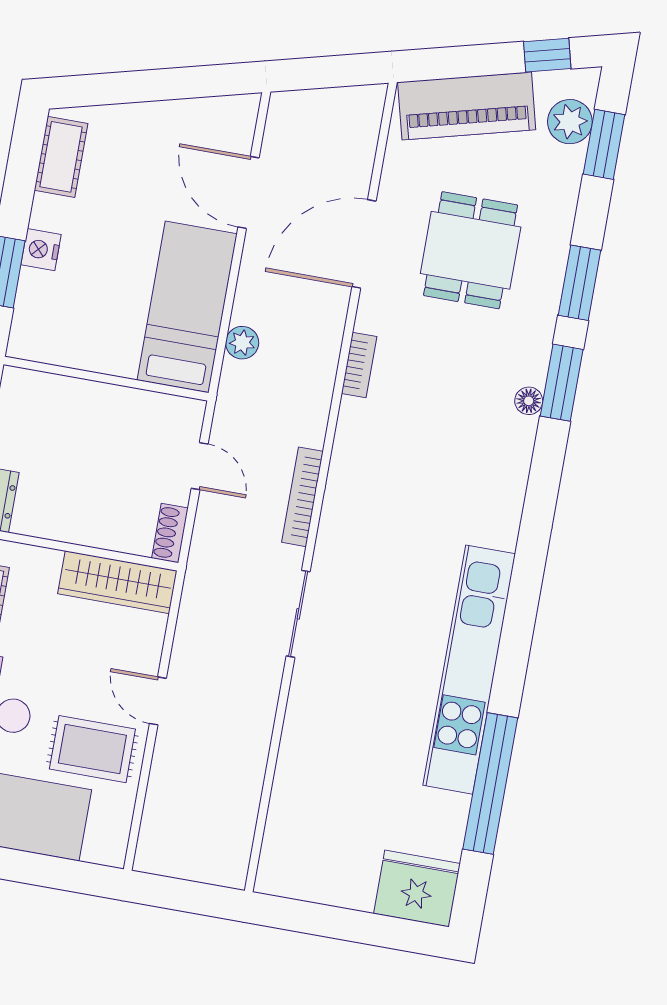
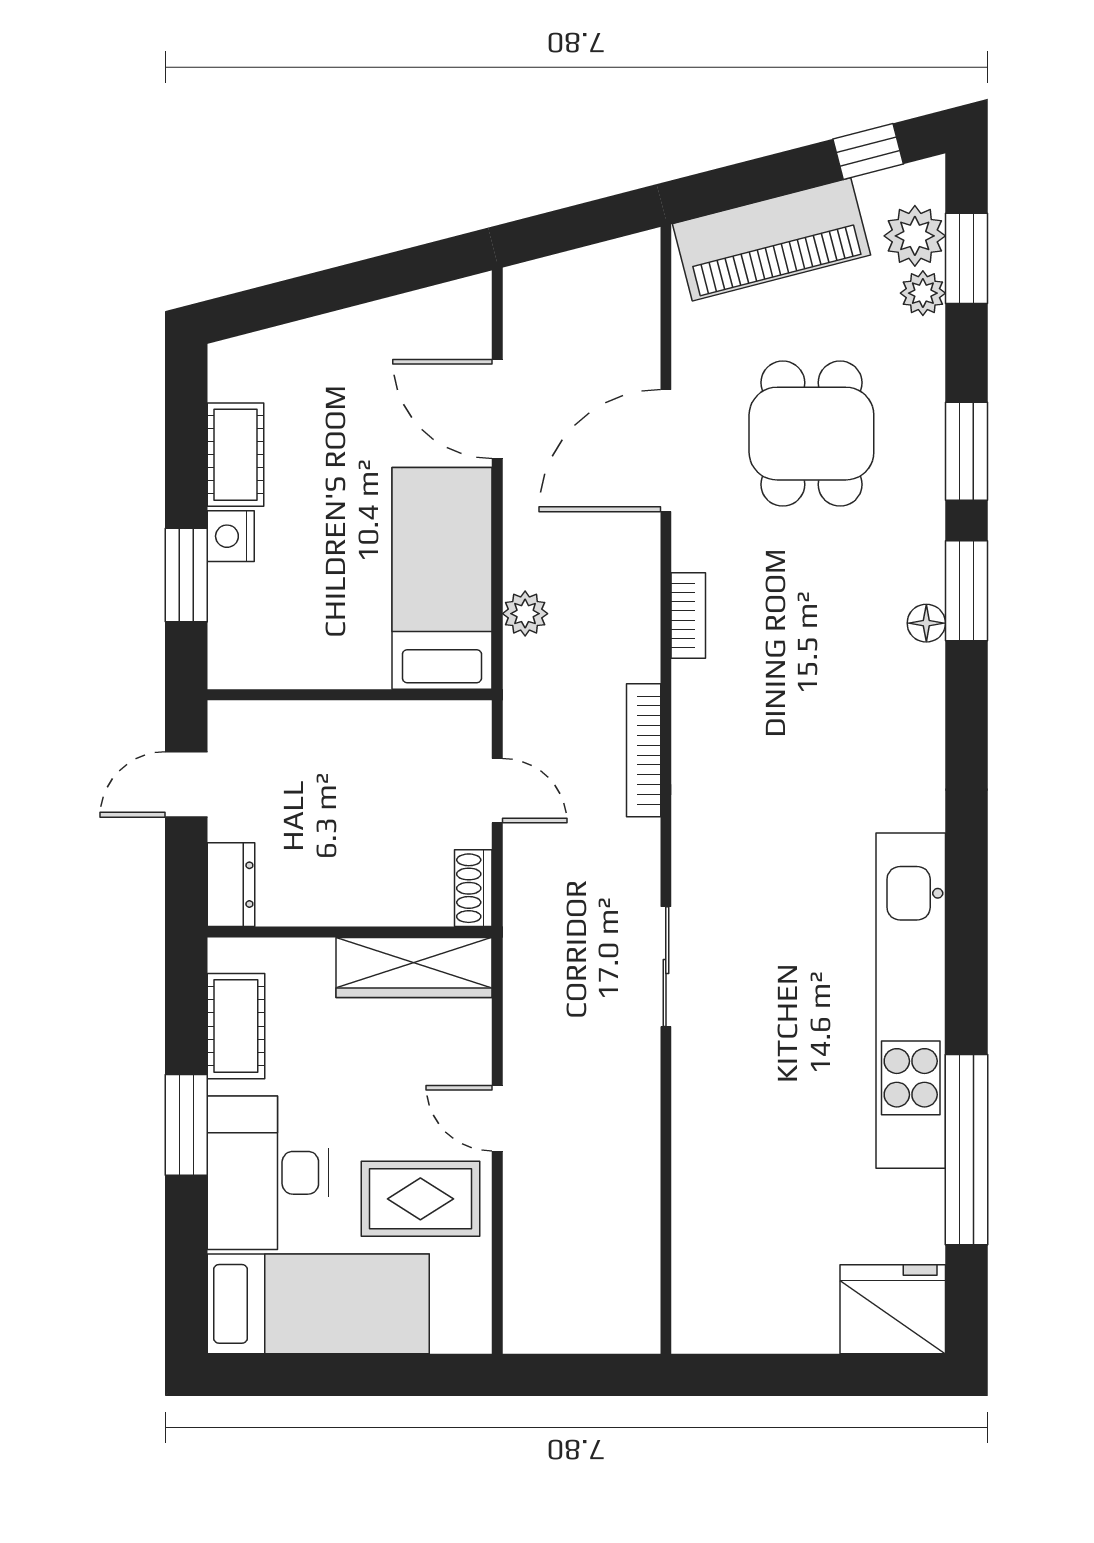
cot: (61, 157) -> (235, 455), moved
plant: (568, 164) -> (923, 293), added
bookcase: (302, 497) -> (644, 750), moved

